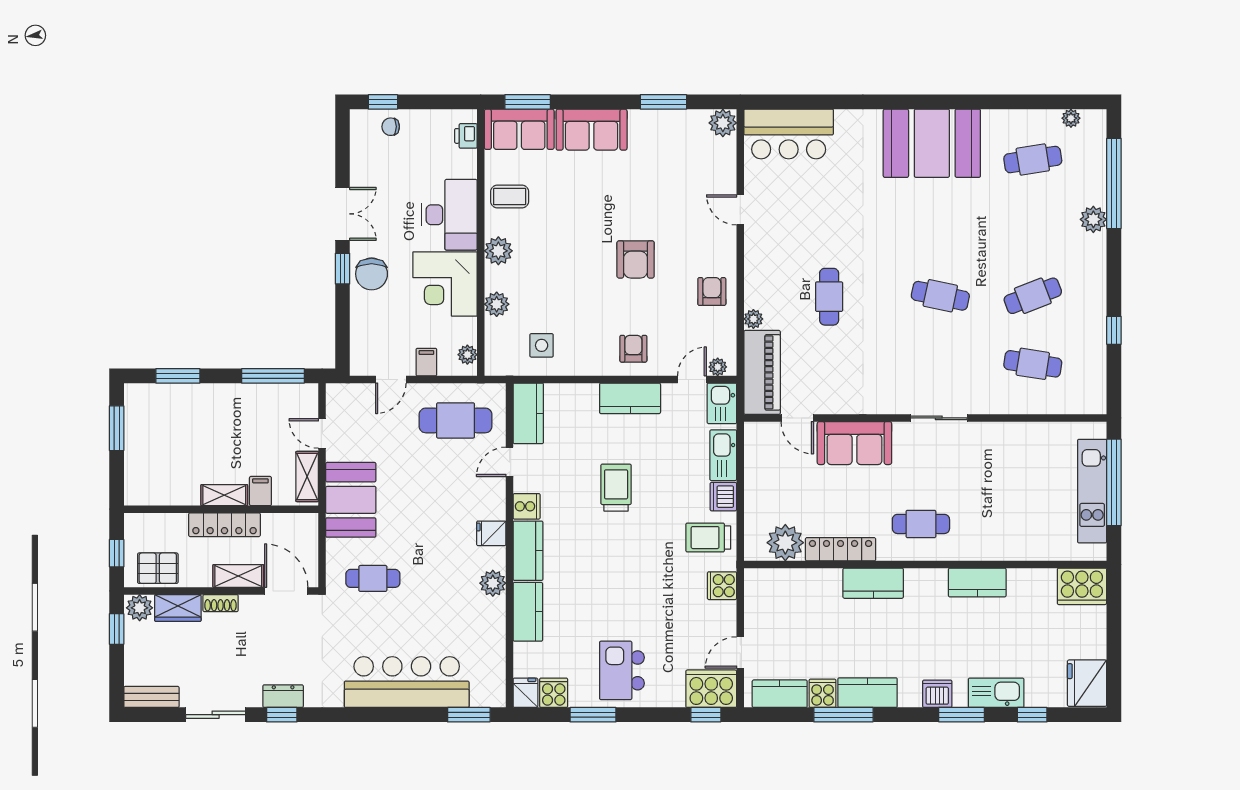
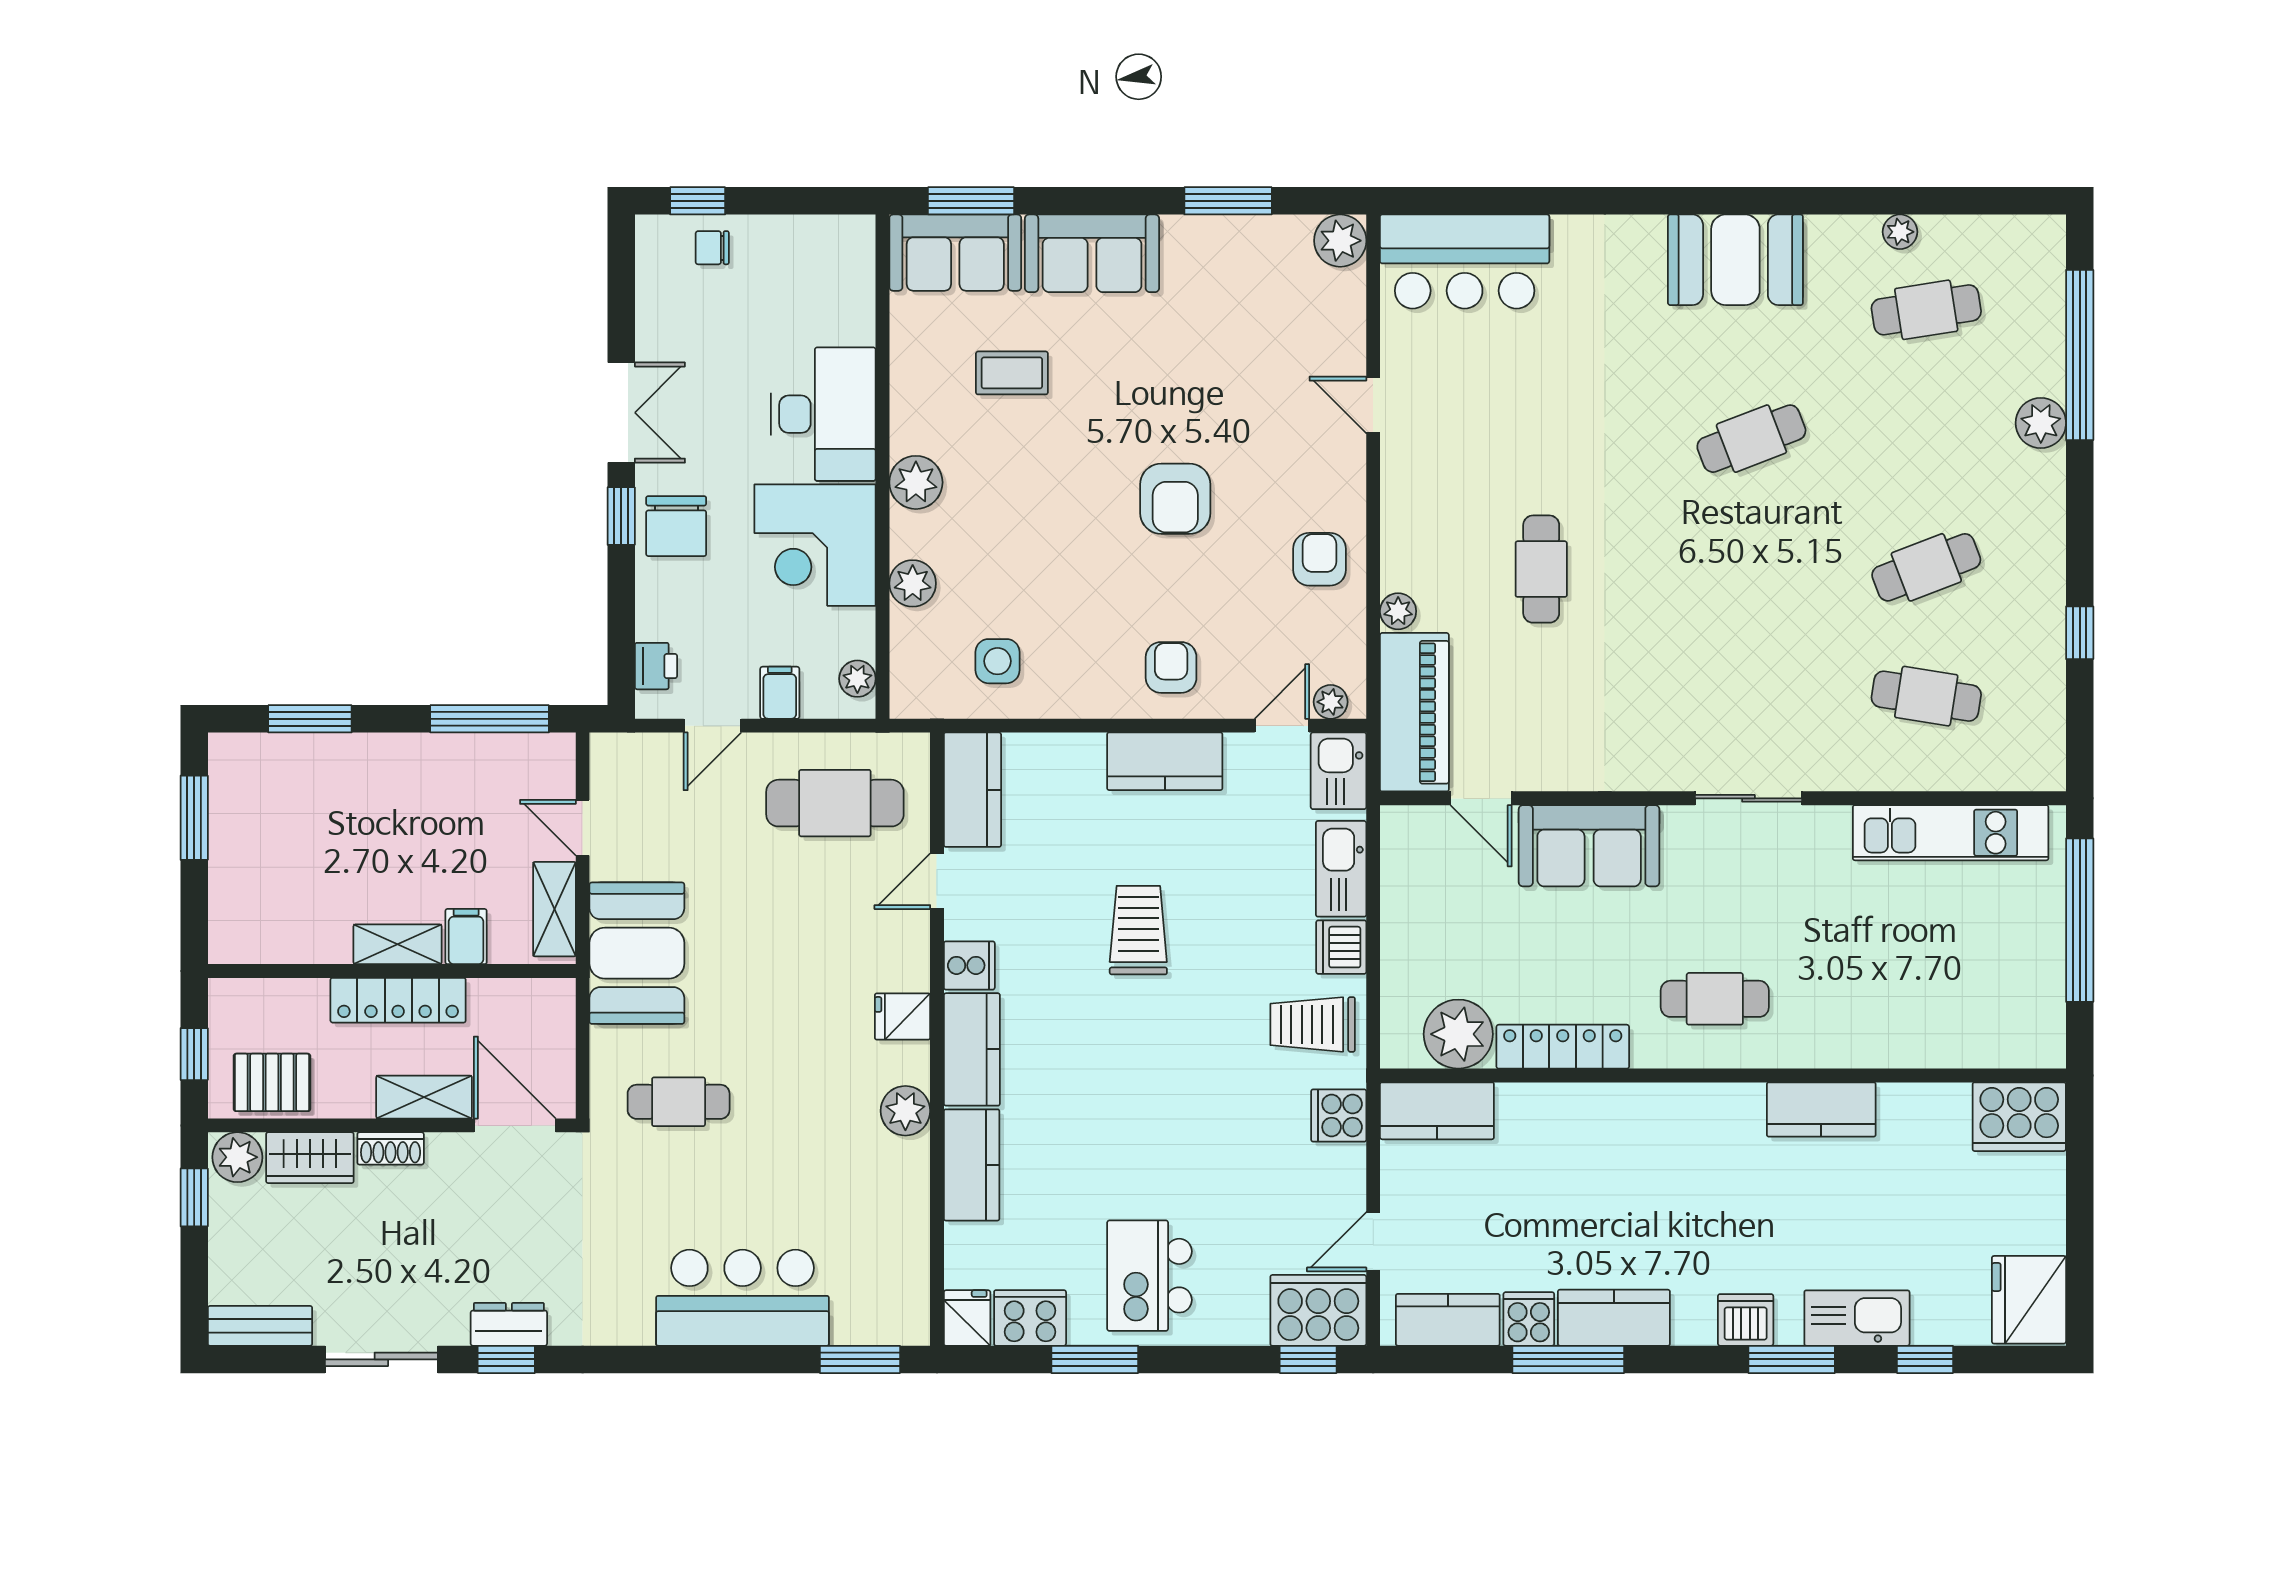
plant: (1071, 118) -> (1900, 232), moved
printer: (466, 136) -> (656, 666), moved, turned 180
booth: (932, 143) -> (1735, 260), width x0.73, depth x0.70
coffee table: (510, 197) -> (1012, 373), moved
cafe table: (940, 296) -> (1751, 439), moved, turned -33
kitchen unit: (1092, 491) -> (1951, 833), moved, turned -90
kitchen counter: (873, 583) -> (1437, 1111), moved
bar counter: (407, 682) -> (743, 1298), width x0.73
cooker: (554, 693) -> (1030, 1318), width x1.36

